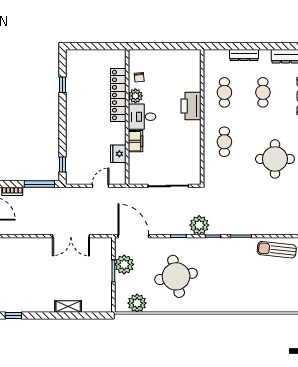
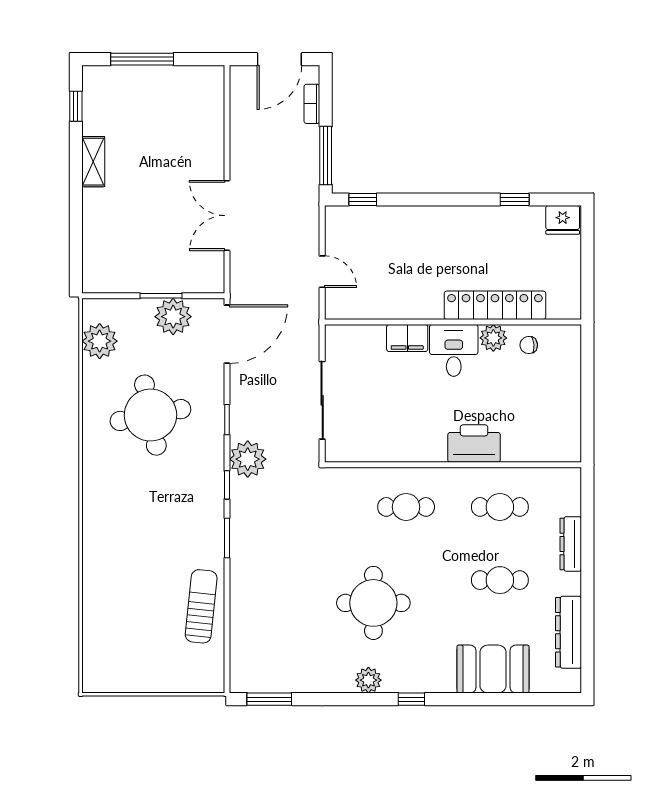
fridge: (118, 154) -> (563, 220), moved, turned 180
shelving: (68, 307) -> (93, 162), moved

